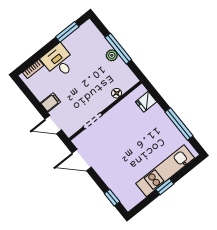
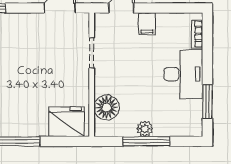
desk: (59, 61) -> (183, 74), width x1.37
floor lamp: (117, 93) -> (107, 107), width x1.89, depth x1.89
fridge: (146, 102) -> (67, 122), width x1.88, depth x1.34

